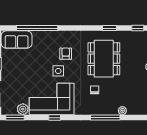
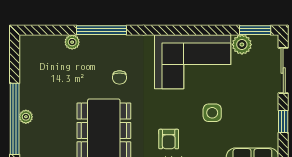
side table: (58, 71) -> (212, 113), moved
window: (55, 118) -> (188, 30), removed

